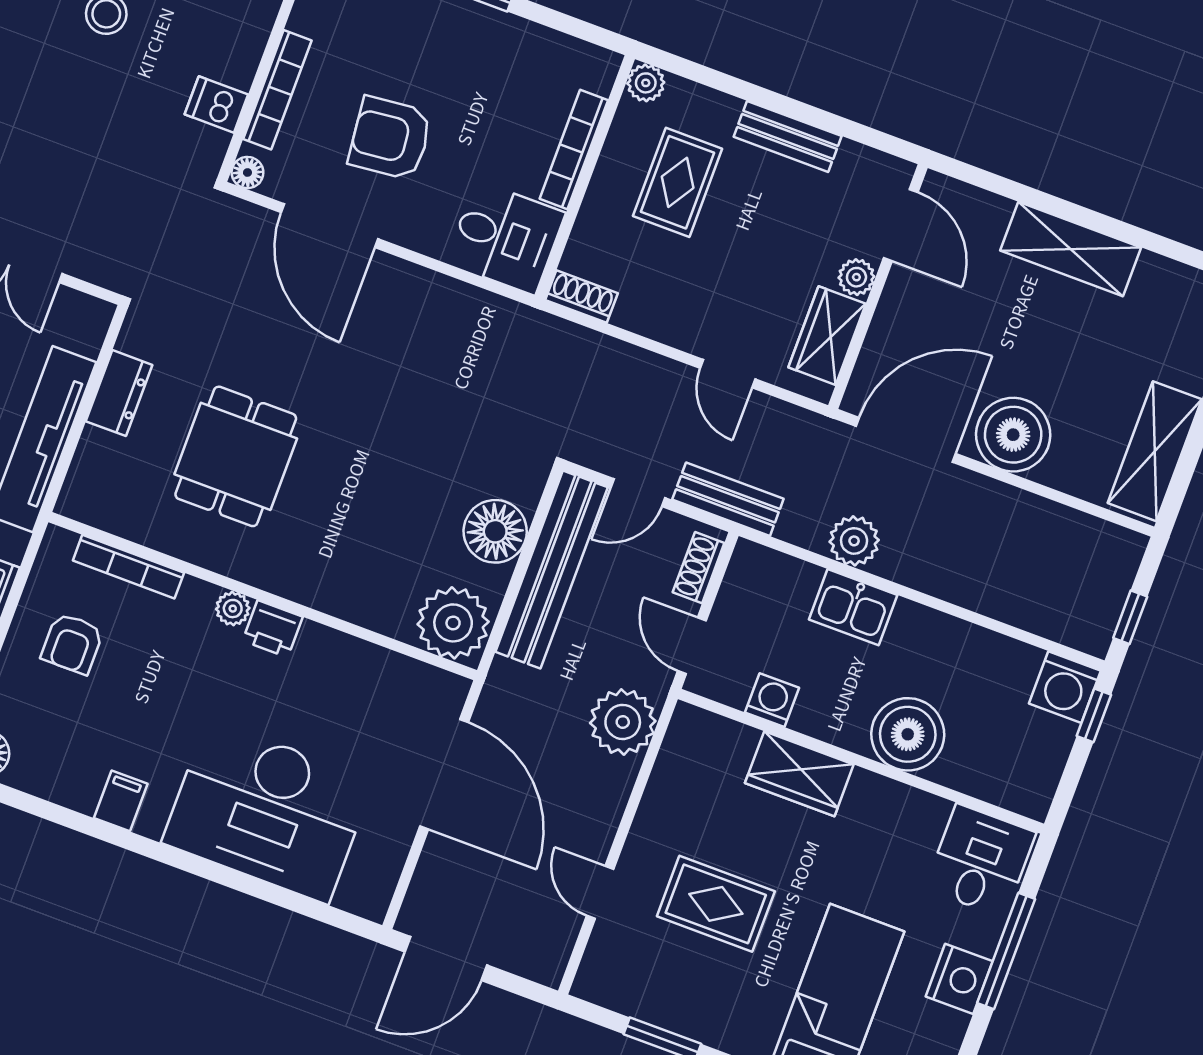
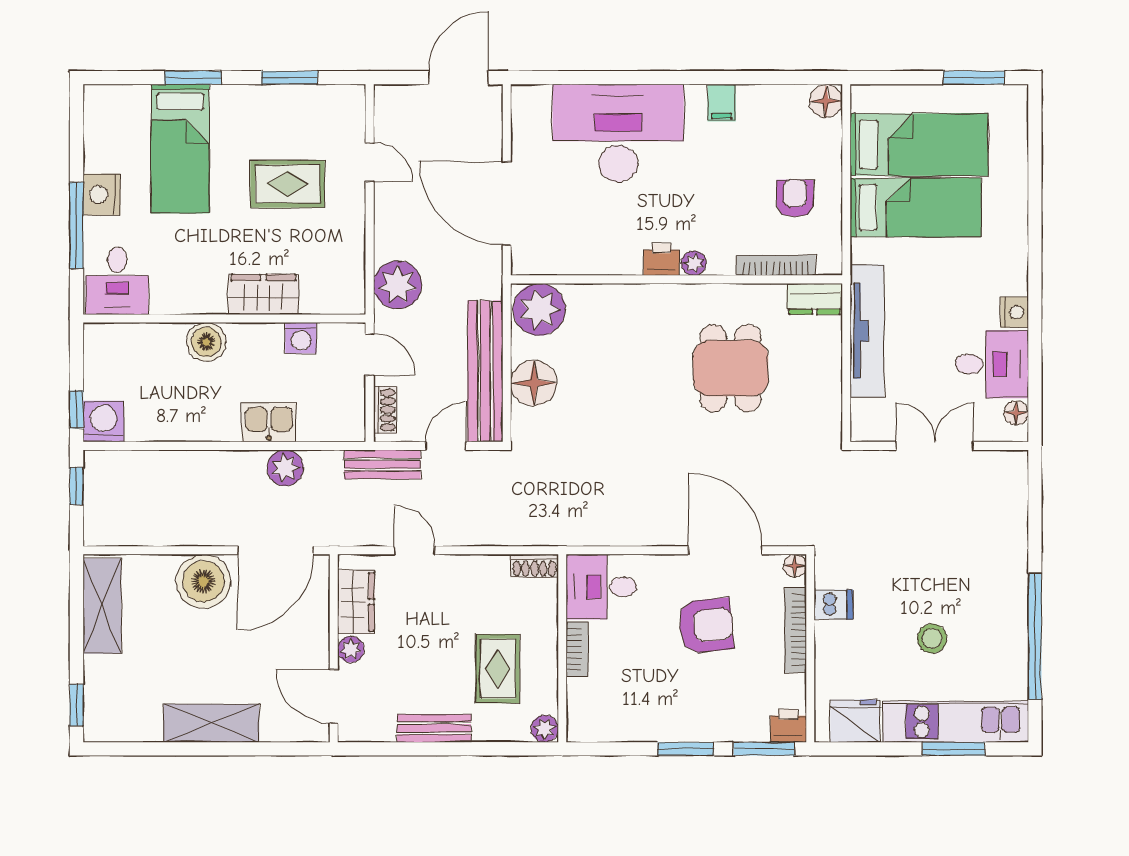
bookcase: (574, 149) -> (577, 649), width x0.64
dresser: (119, 393) -> (814, 299), moved, turned -90
boiler: (908, 734) -> (206, 342), width x0.73, depth x0.73

